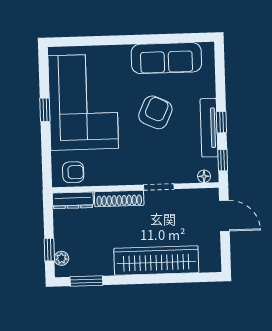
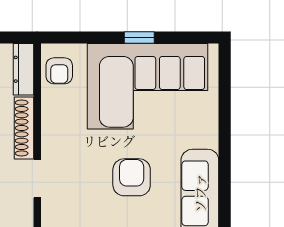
armchair: (155, 112) -> (132, 177), turned -115

